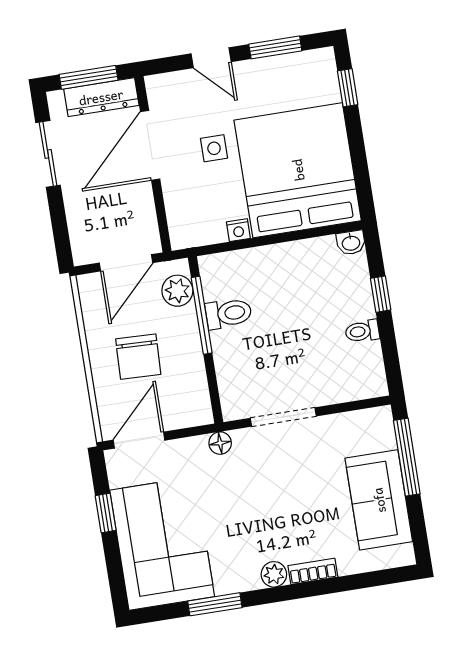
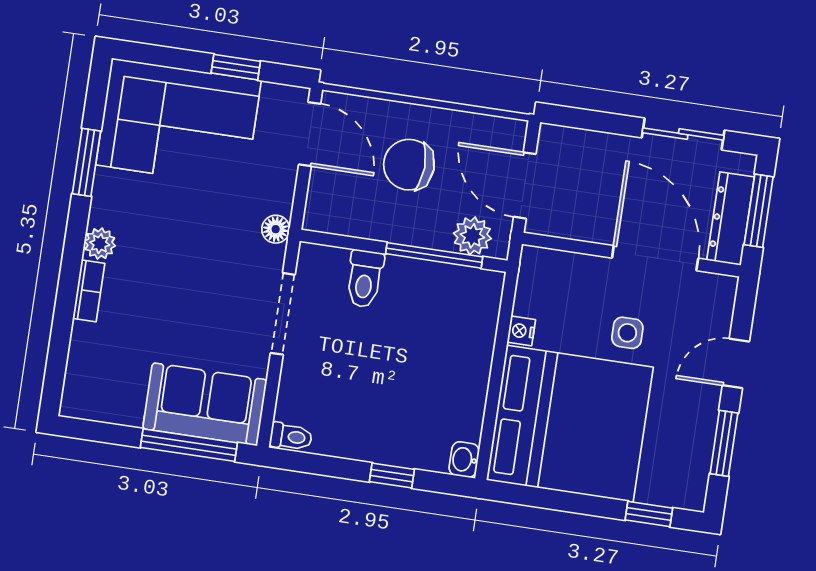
toilet: (229, 313) -> (365, 279), moved
toilet: (362, 331) -> (291, 437), moved, turned 90
sofa: (379, 500) -> (205, 404), moved

